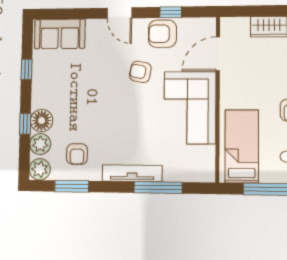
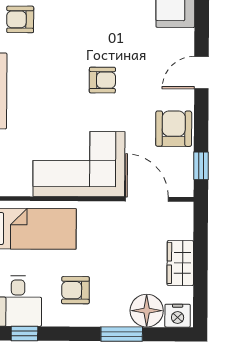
window: (171, 12) -> (201, 166), moved
armchair: (140, 72) -> (102, 80), moved, turned 79

